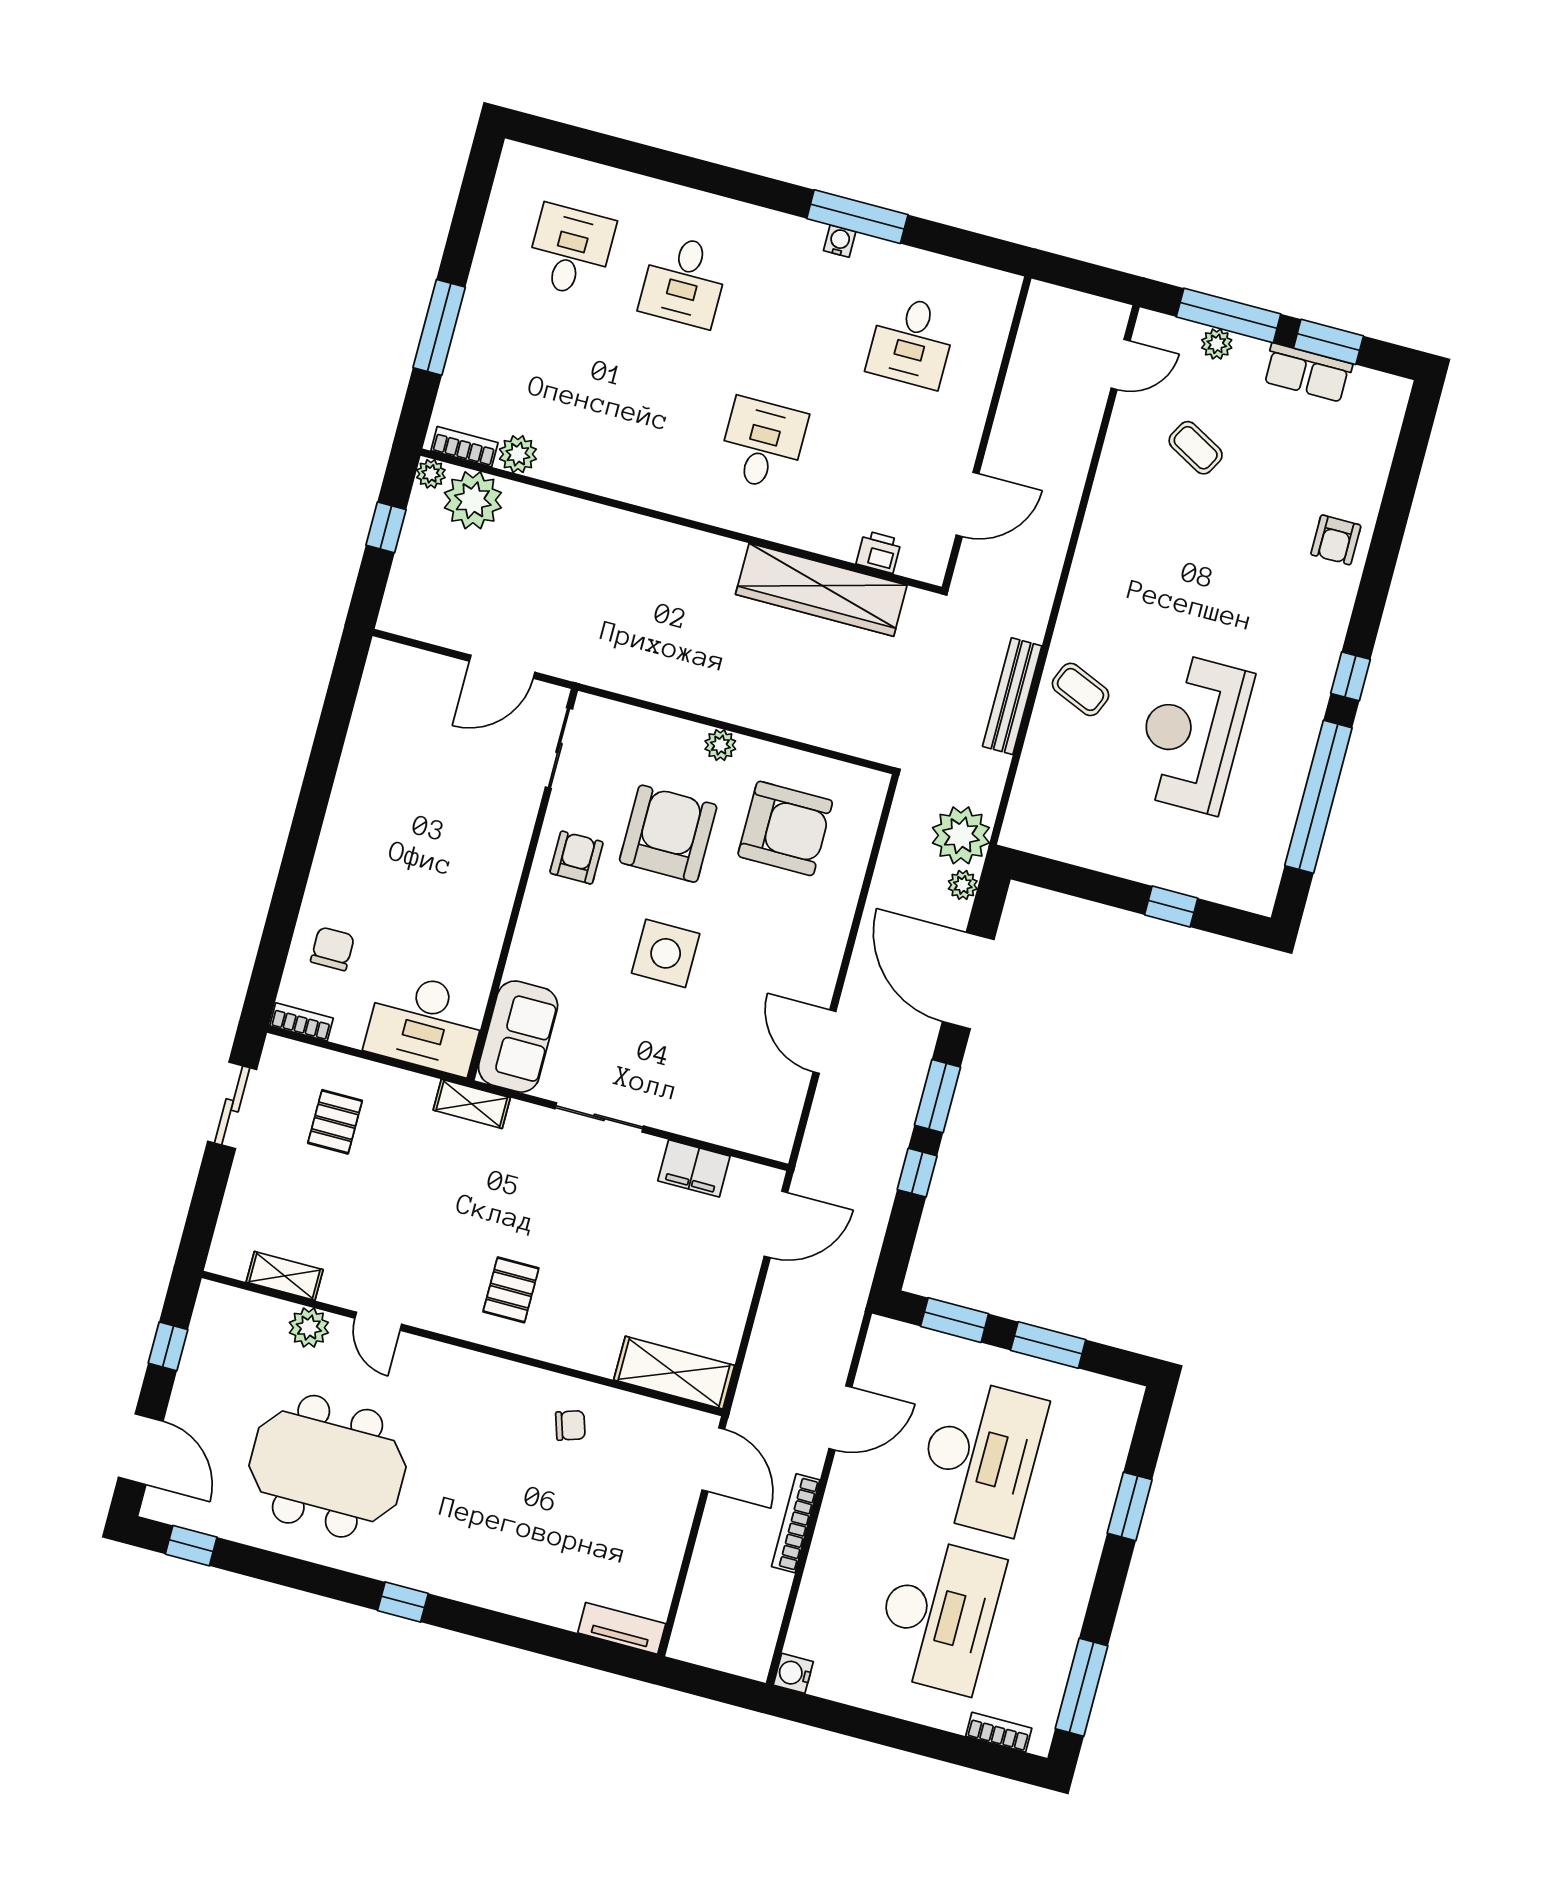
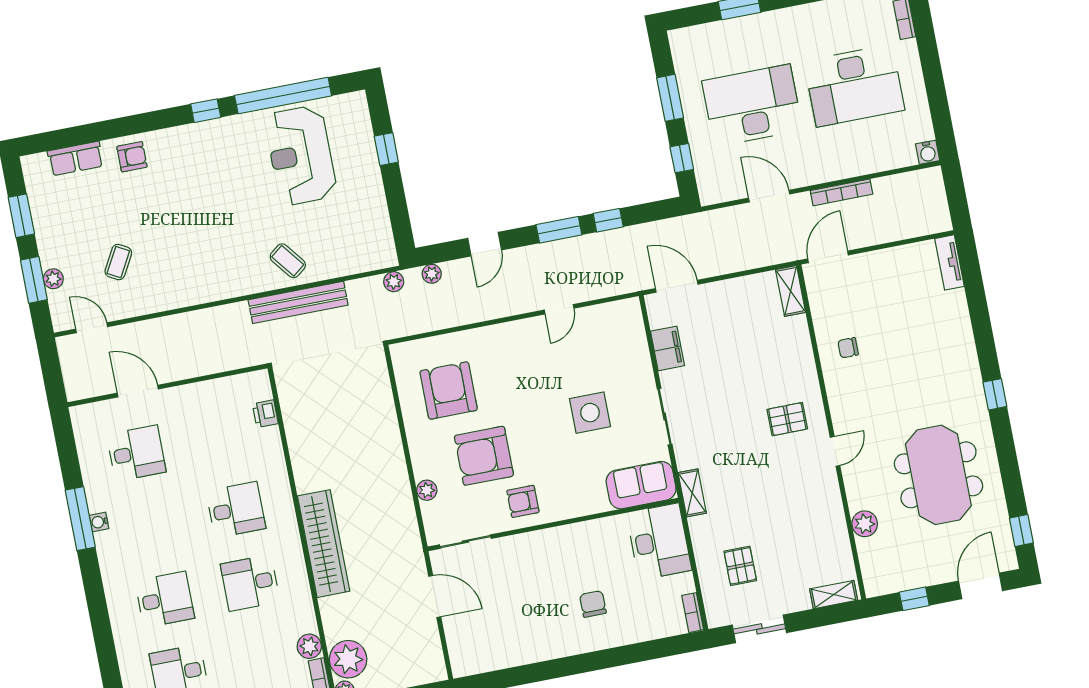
window: (1229, 315) -> (34, 280), width x0.69
row of seats: (1307, 373) -> (75, 159), moved, turned 90
desk: (649, 414) -> (250, 583), added
desk: (763, 444) -> (236, 510), turned 180
door: (968, 504) -> (138, 391), moved
wardrobe: (821, 590) -> (324, 544), moved
coffee table: (1081, 689) -> (288, 261), turned -61
bench: (1012, 696) -> (298, 302), width x1.37, depth x1.21
reception desk: (1192, 733) -> (301, 155), moved, turned 90
plant: (720, 745) -> (427, 490), moved
plant: (961, 835) -> (394, 282), width x0.53, depth x0.53
chair: (333, 949) -> (593, 604), moved, turned 90
side table: (666, 953) -> (590, 413), moved
door: (968, 981) -> (485, 244), width x0.53
door: (825, 1042) -> (559, 309), width x0.73
pallet: (335, 1122) -> (740, 566), turned 90
shelving: (285, 1276) -> (834, 595), moved, turned 90
window: (955, 1320) -> (682, 158), width x0.67
door: (378, 1321) -> (835, 451), moved
shelving: (674, 1373) -> (791, 291), width x0.67, depth x0.75
chair: (570, 1425) -> (848, 348), turned -72
desk: (938, 1615) -> (854, 86), turned 180

